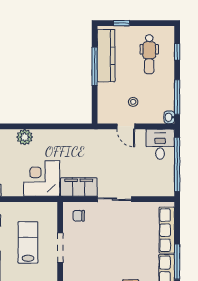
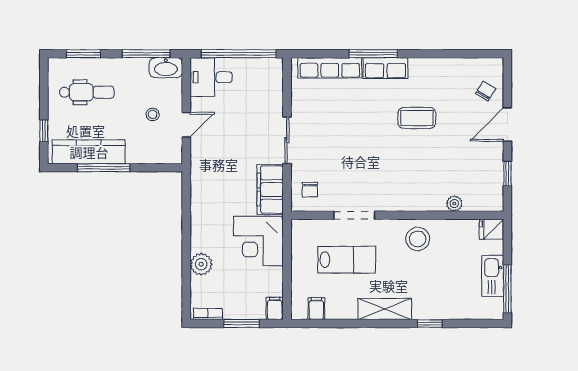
window: (177, 52) -> (83, 54), width x1.50
washbasin: (169, 117) -> (166, 68), width x1.91, depth x1.45
lab bench: (28, 242) -> (347, 260), turned 180

